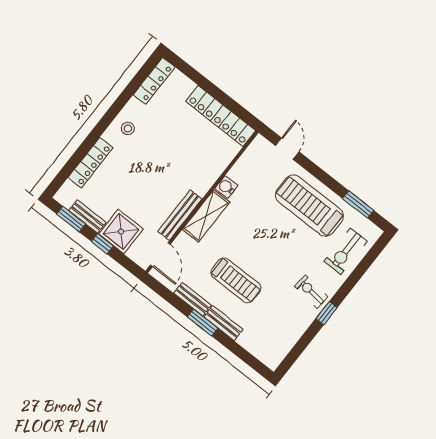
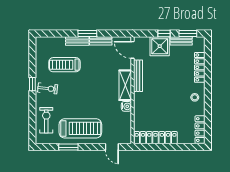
window: (358, 204) -> (68, 147), moved
treadmill: (236, 280) -> (64, 65), moved

